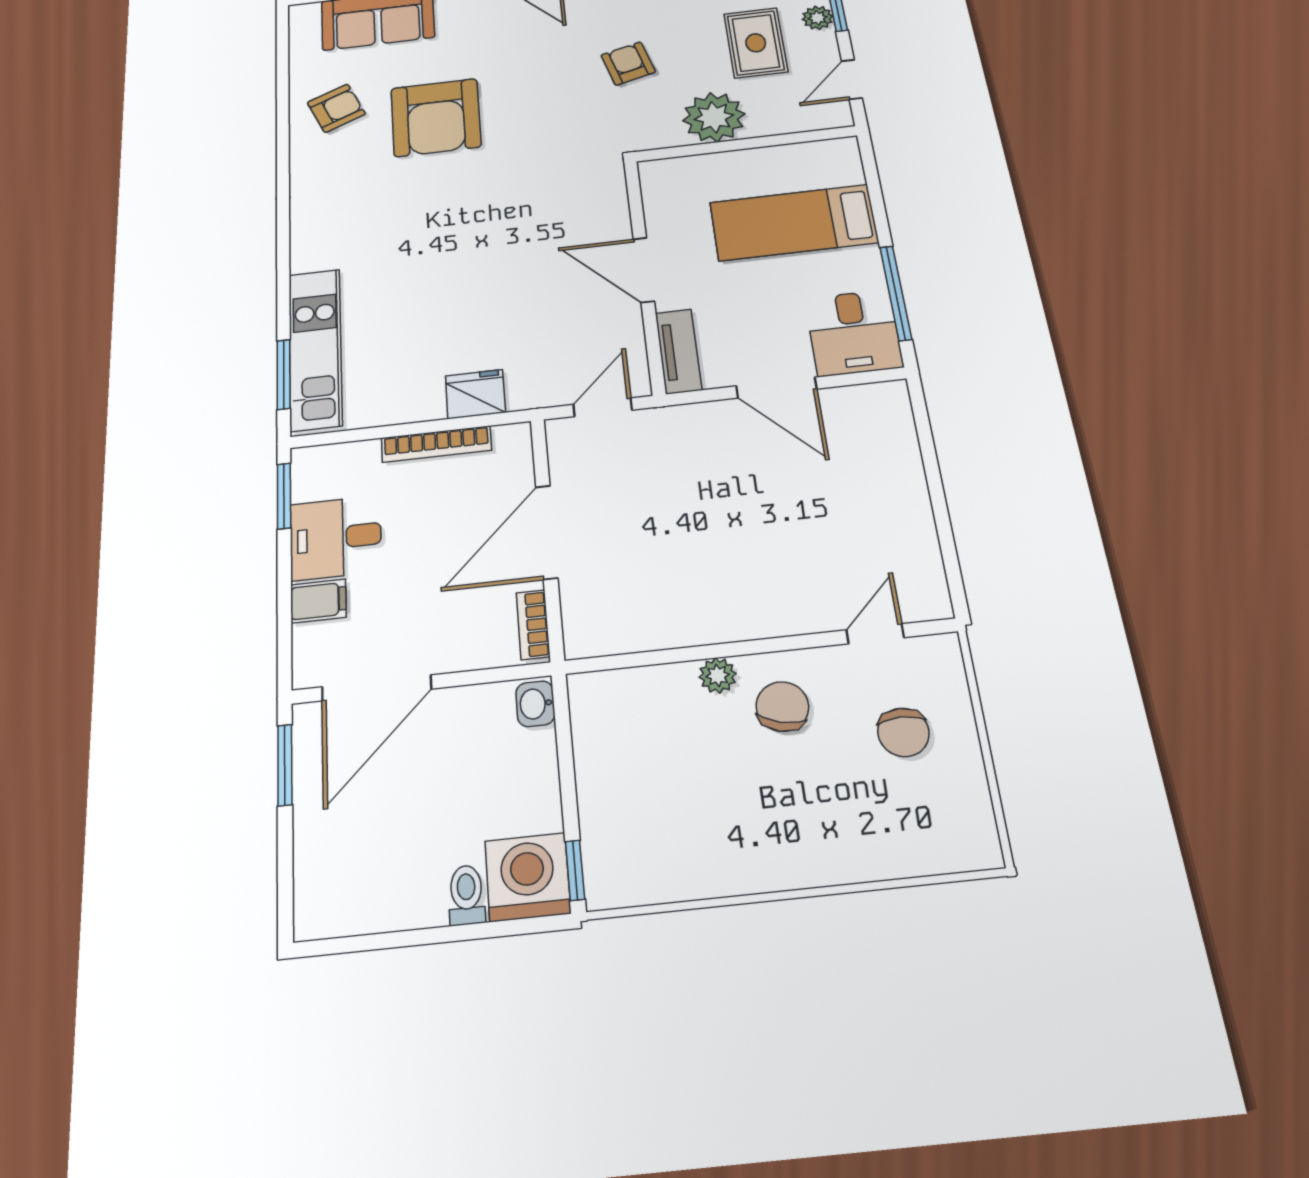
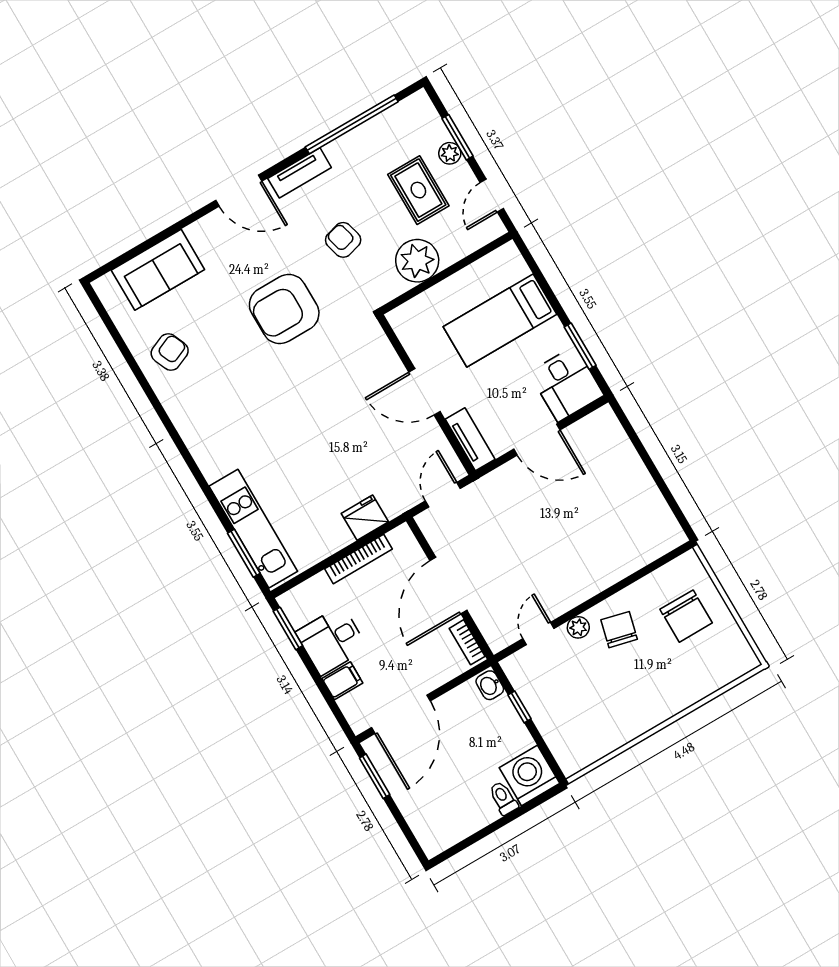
armchair: (436, 117) -> (284, 309), moved, turned 90
window: (896, 293) -> (580, 346), width x0.69
door: (875, 634) -> (539, 634), moved
chair: (903, 732) -> (686, 616), width x1.37, depth x1.37
window: (575, 870) -> (520, 707), moved

